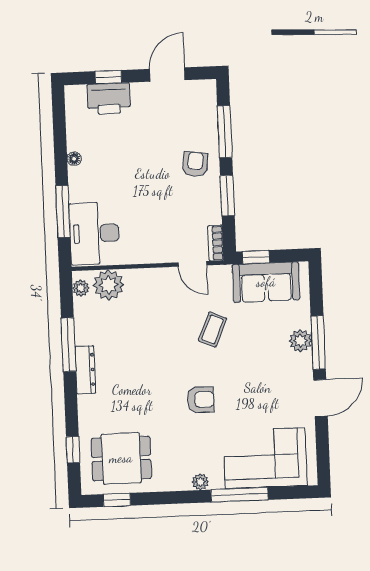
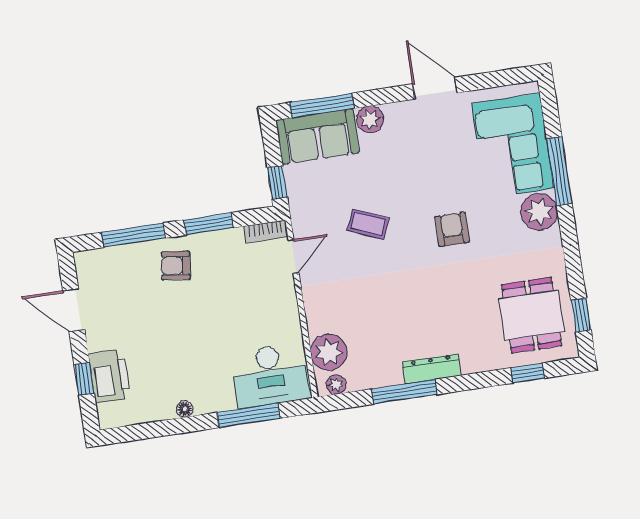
sofa: (266, 282) -> (318, 137), moved, turned 90
window: (318, 342) -> (322, 105), moved
plant: (200, 482) -> (539, 212), width x1.88, depth x1.88

